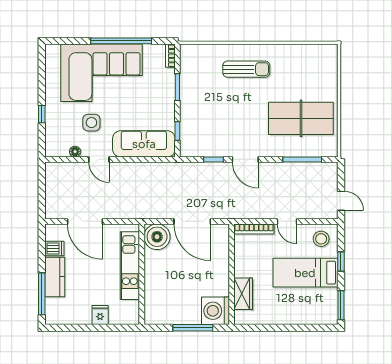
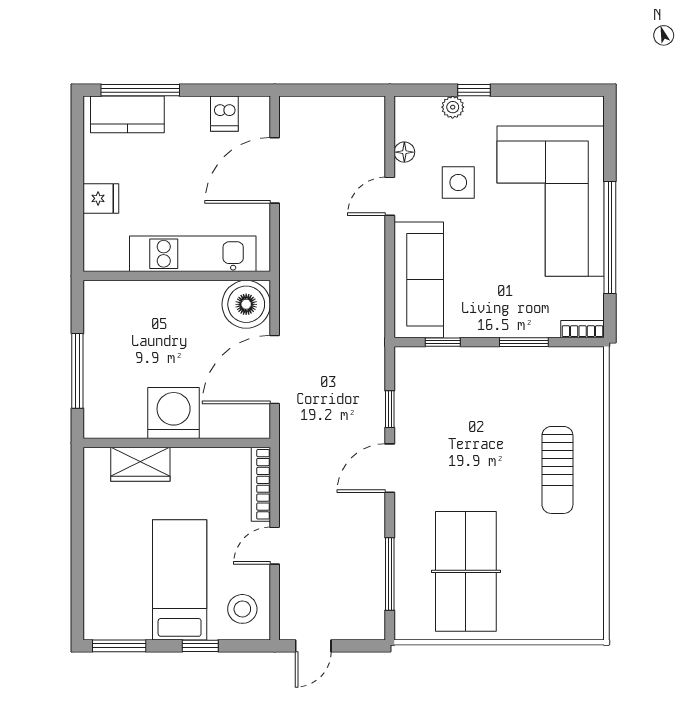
plant: (51, 126) -> (453, 107), added
kitchen counter: (55, 277) -> (127, 114), moved
washing machine: (216, 311) -> (174, 413), moved

